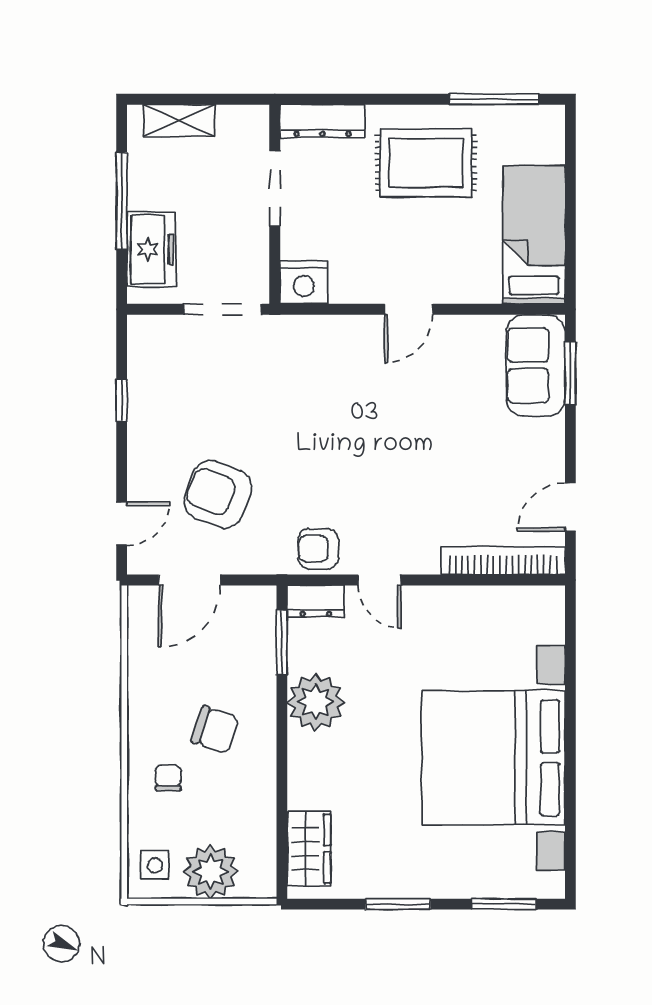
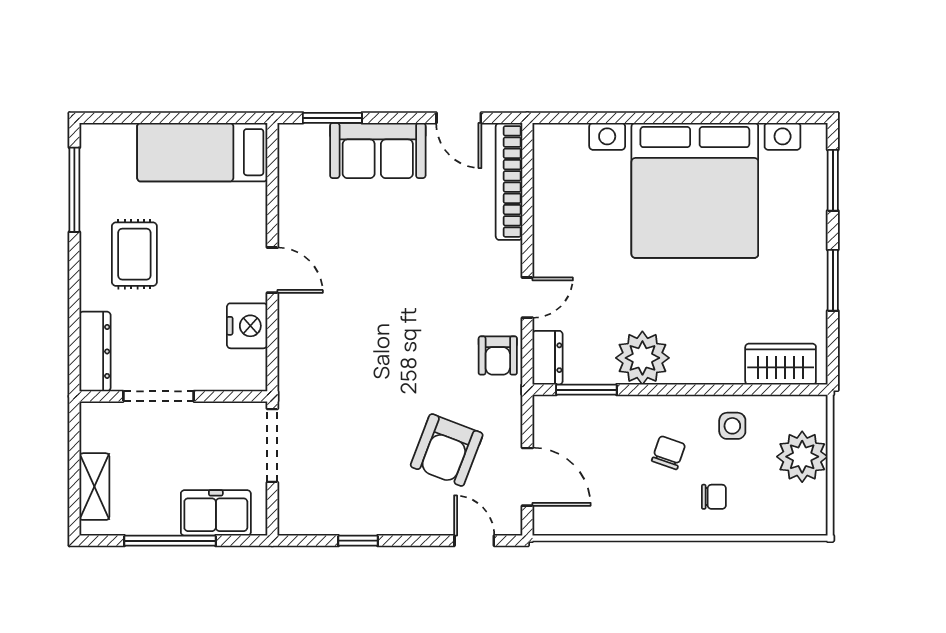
rug: (426, 163) -> (134, 254), width x0.73, depth x0.70
nightstand: (304, 283) -> (247, 326), moved
sofa: (536, 365) -> (378, 151), moved
chair: (215, 730) -> (669, 453), width x0.73, depth x0.73
chair: (168, 778) -> (714, 497), turned 180
side table: (155, 865) -> (732, 426), moved

